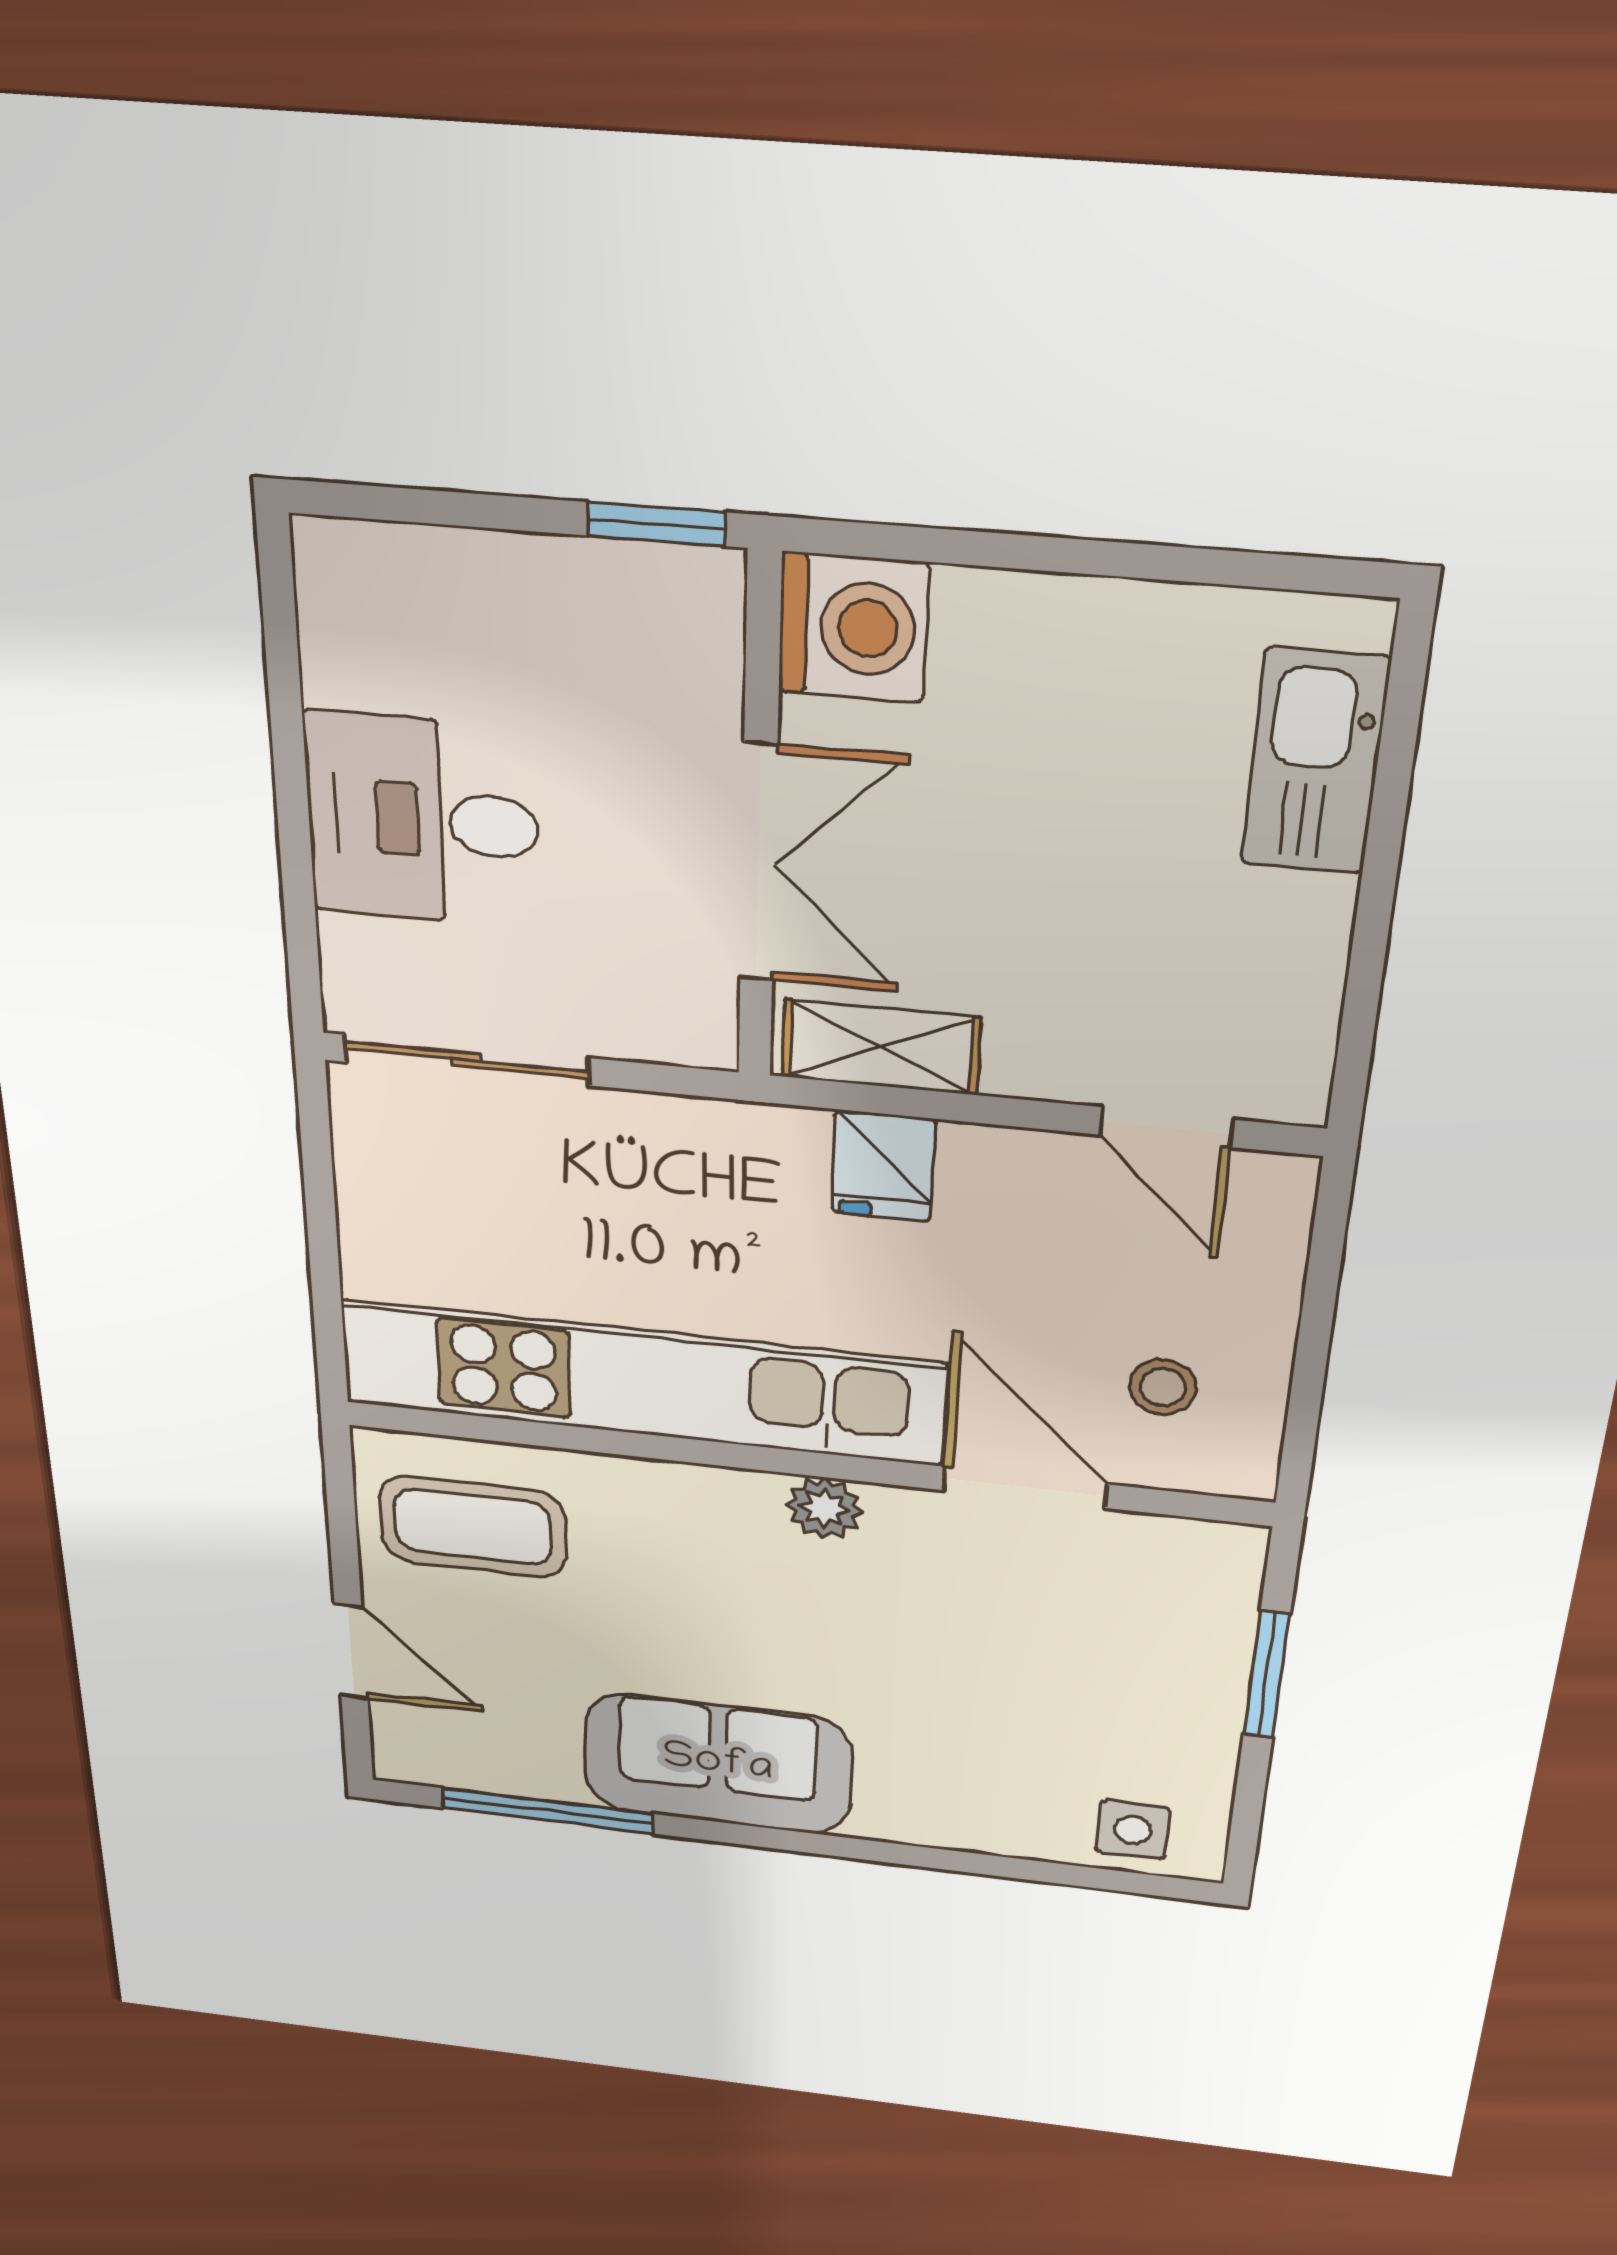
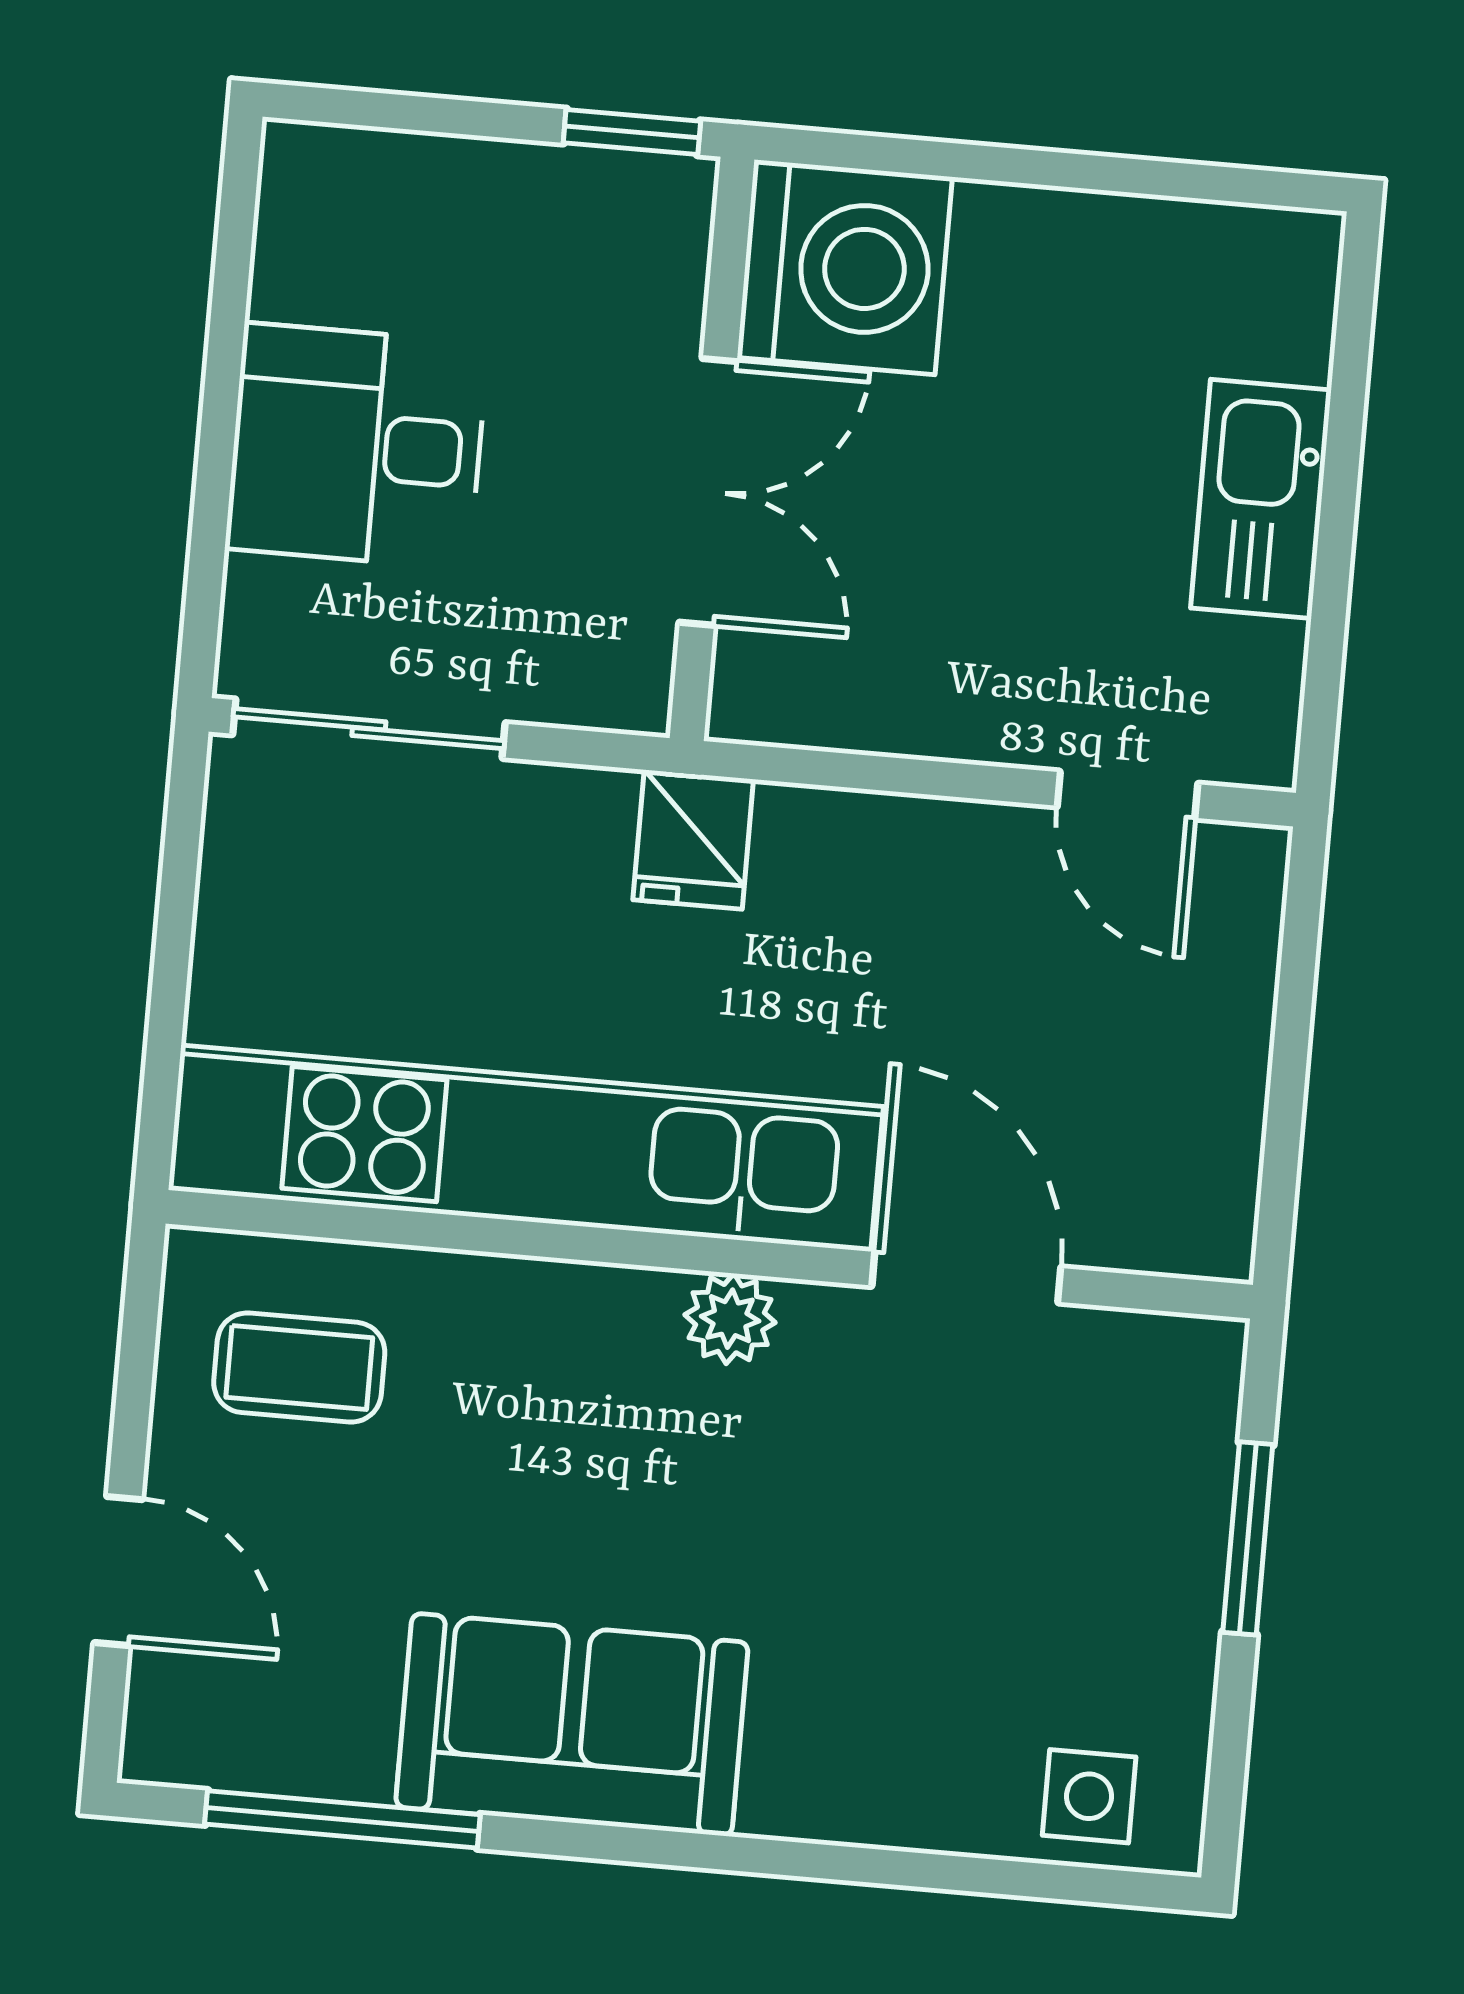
washing machine: (853, 627) -> (845, 267), width x1.37, depth x1.37
kitchen sink: (1315, 762) -> (1261, 499), moved
shelving: (881, 1047) -> (826, 704), removed
fridge: (883, 1166) -> (693, 839), moved
stool: (1163, 1387) -> (1125, 1130), removed
coffee table: (473, 1527) -> (299, 1367), width x0.73, depth x0.77

